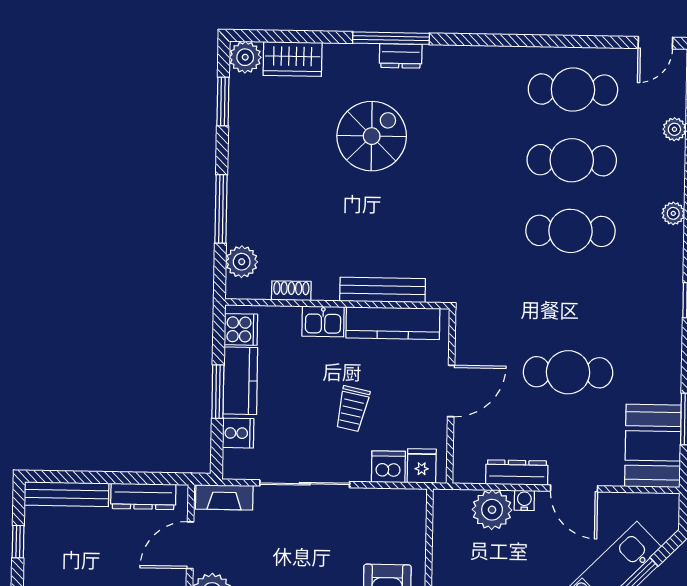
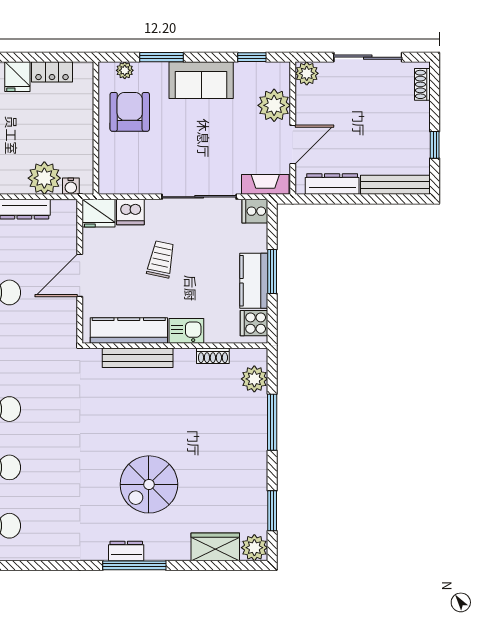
cooker: (238, 433) -> (255, 211), moved
fridge: (422, 466) -> (98, 213), width x1.38
water cooler: (524, 500) -> (71, 186), moved

